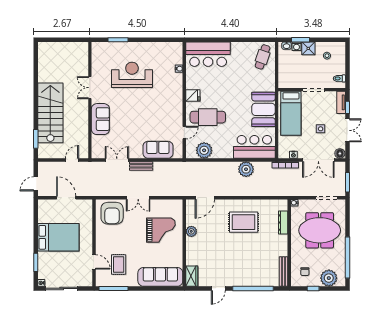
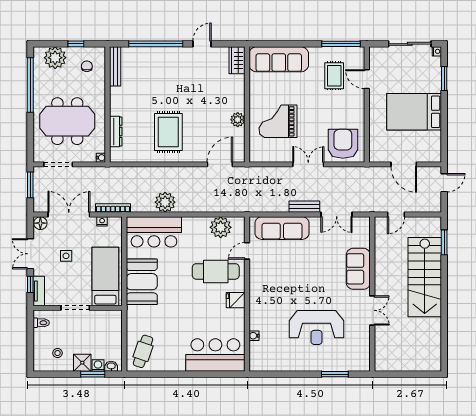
sofa: (158, 150) -> (282, 228), width x1.36
rug: (244, 222) -> (168, 132), turned 90

